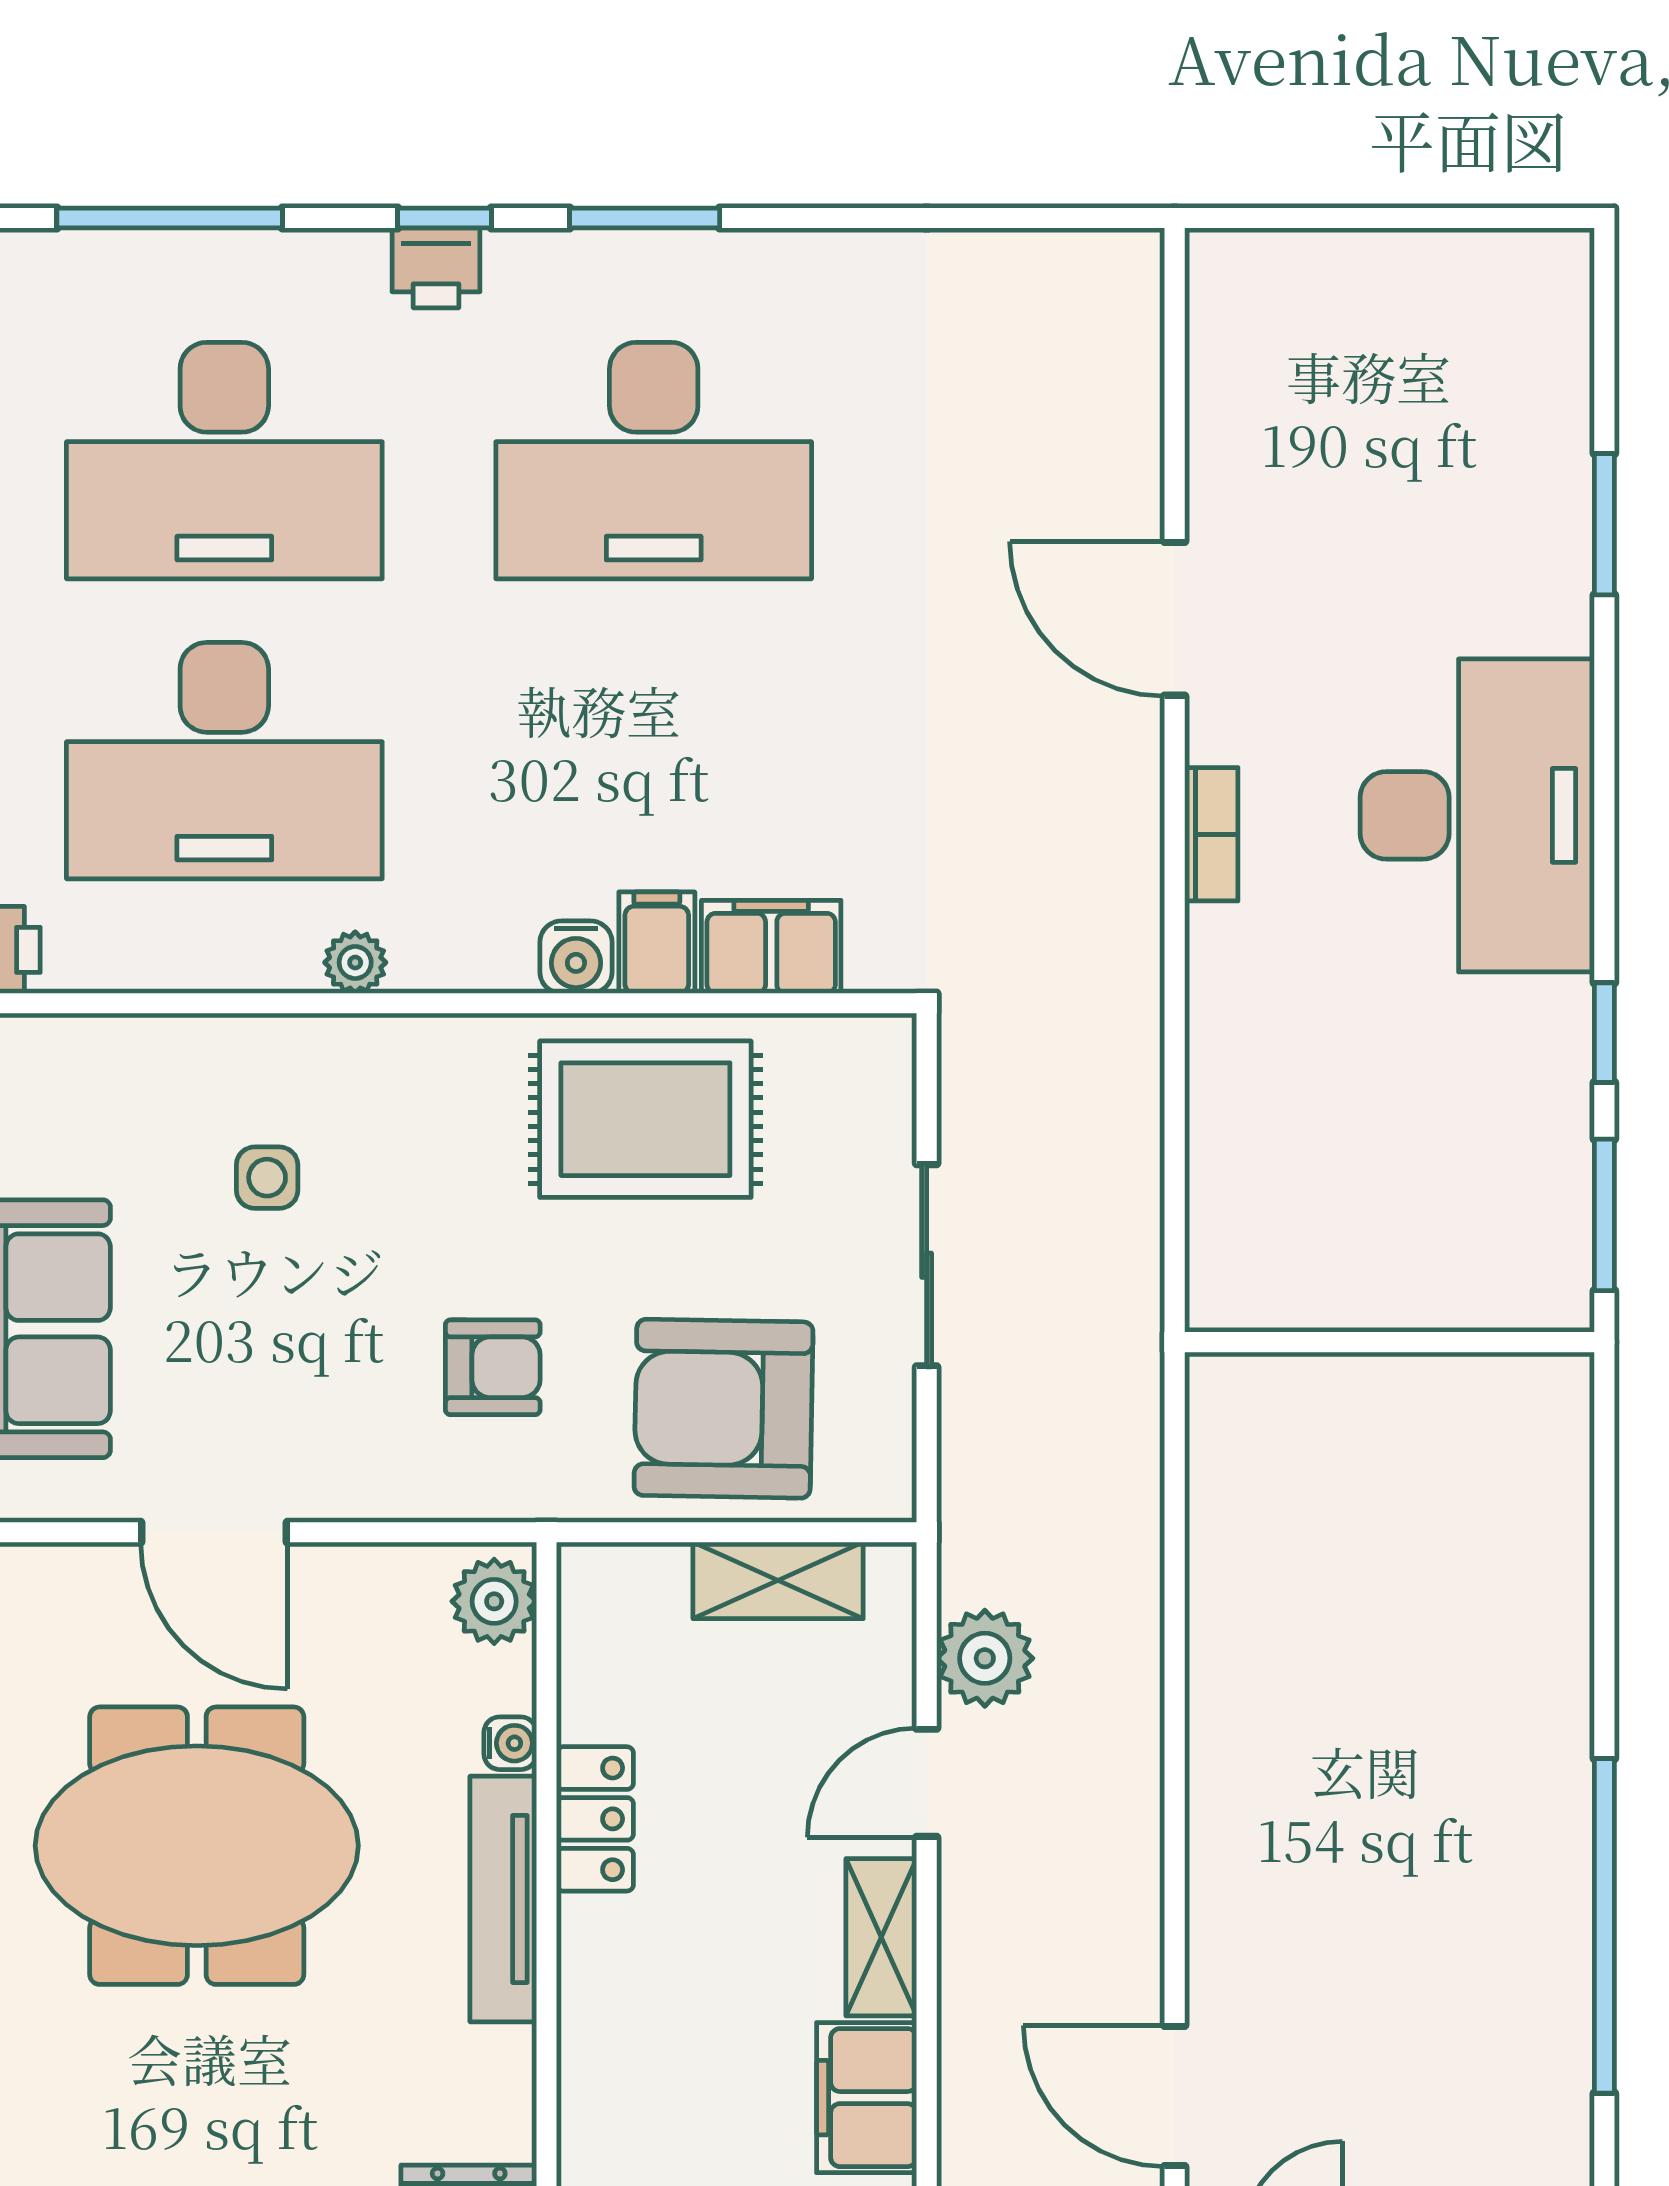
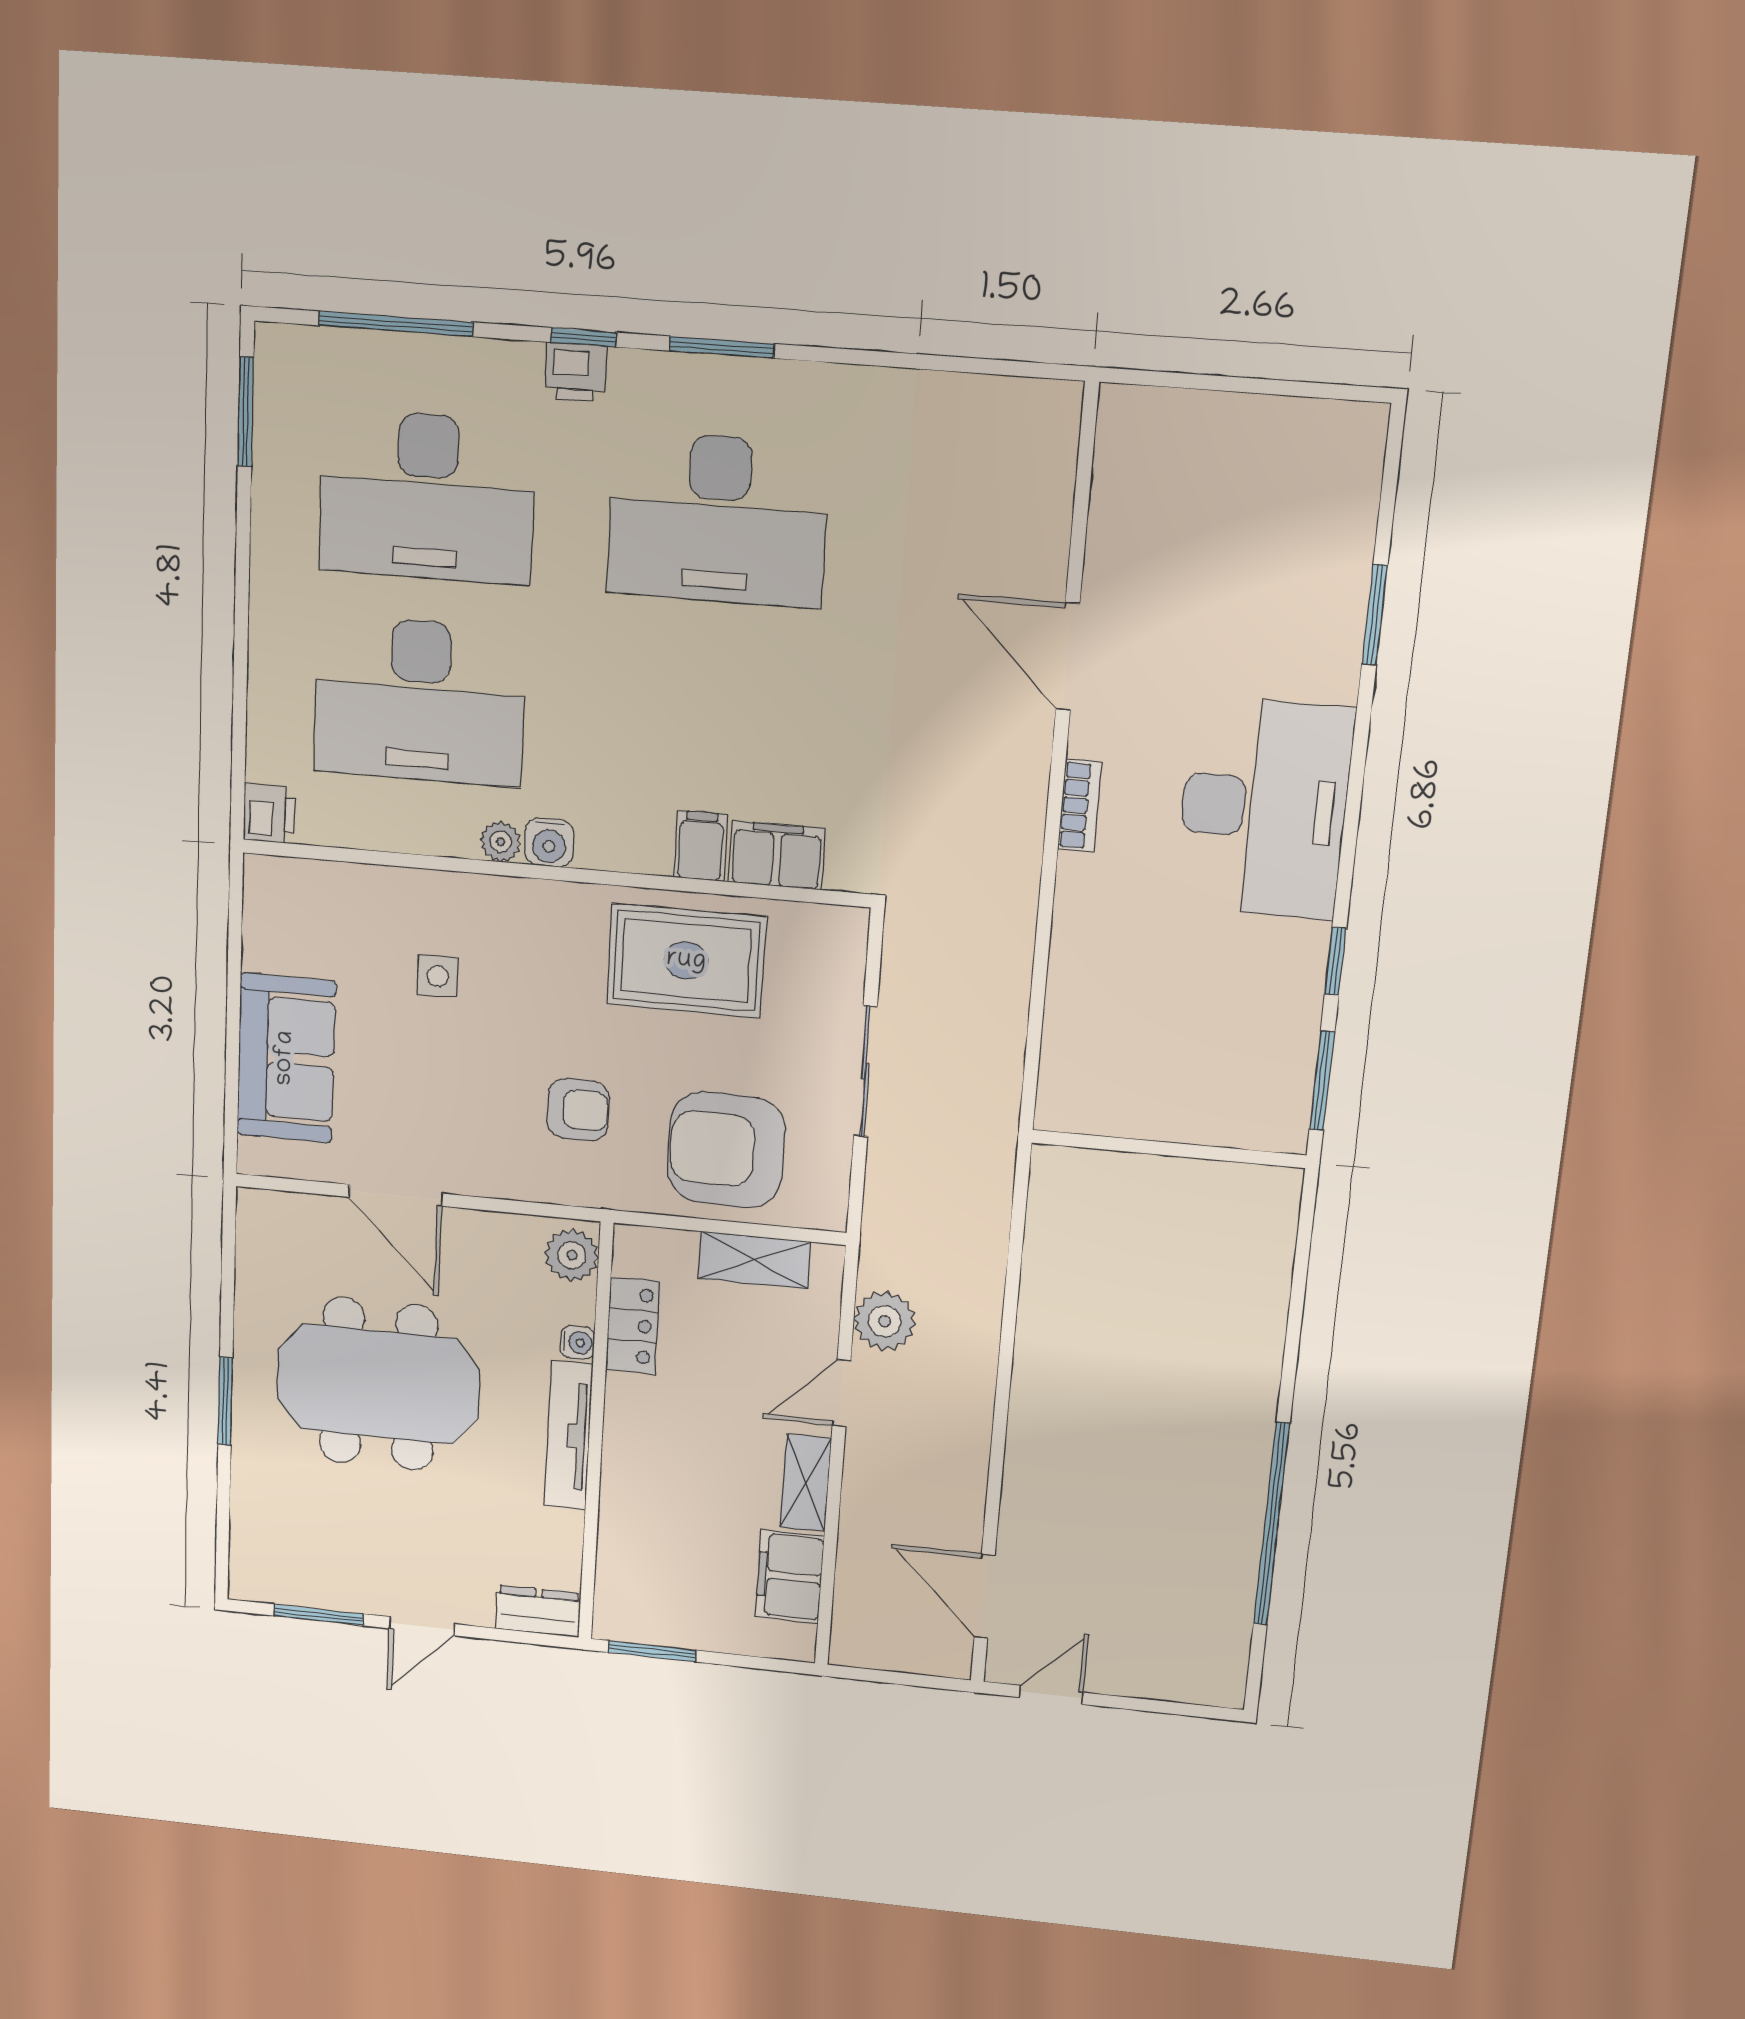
water cooler: (576, 957) -> (549, 842), moved
locker: (595, 1819) -> (633, 1325), moved

